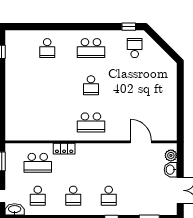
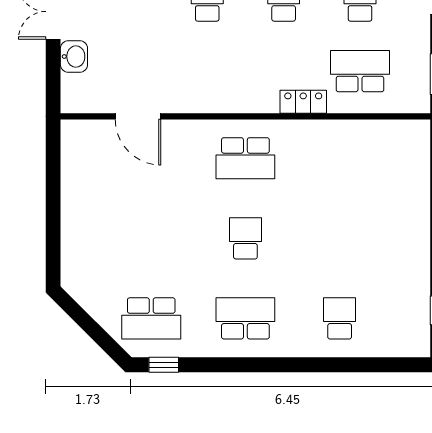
school desk: (135, 48) -> (151, 318), width x1.85
school desk: (91, 122) -> (245, 158), turned 180
plant: (171, 155) -> (73, 87), removed

